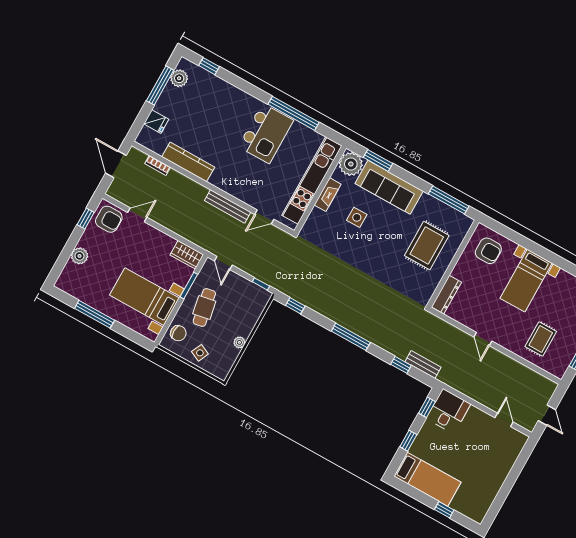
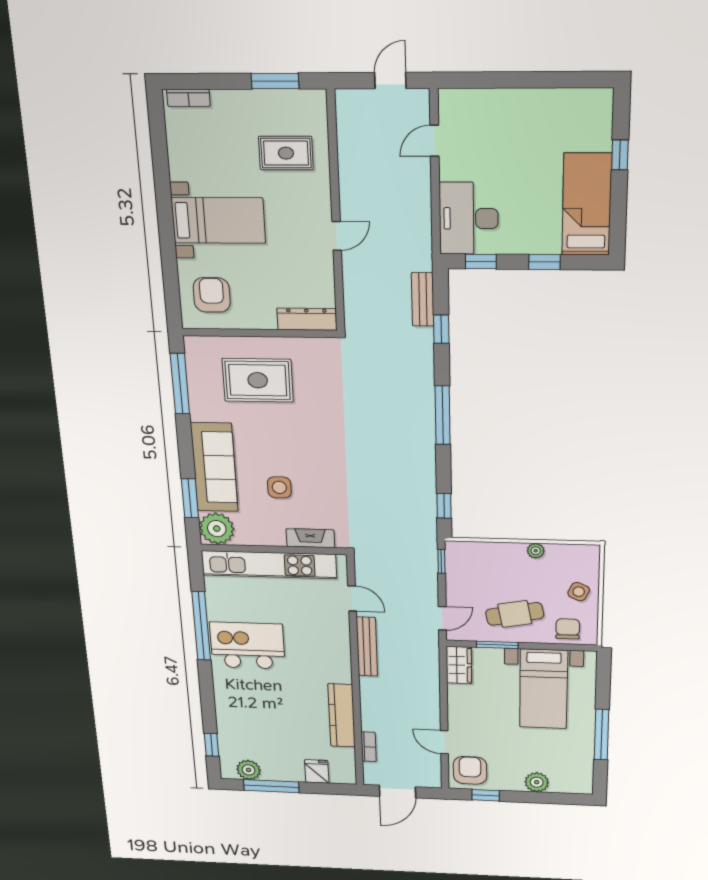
fireplace: (328, 195) -> (310, 538), moved
desk: (448, 411) -> (469, 218), width x1.37

